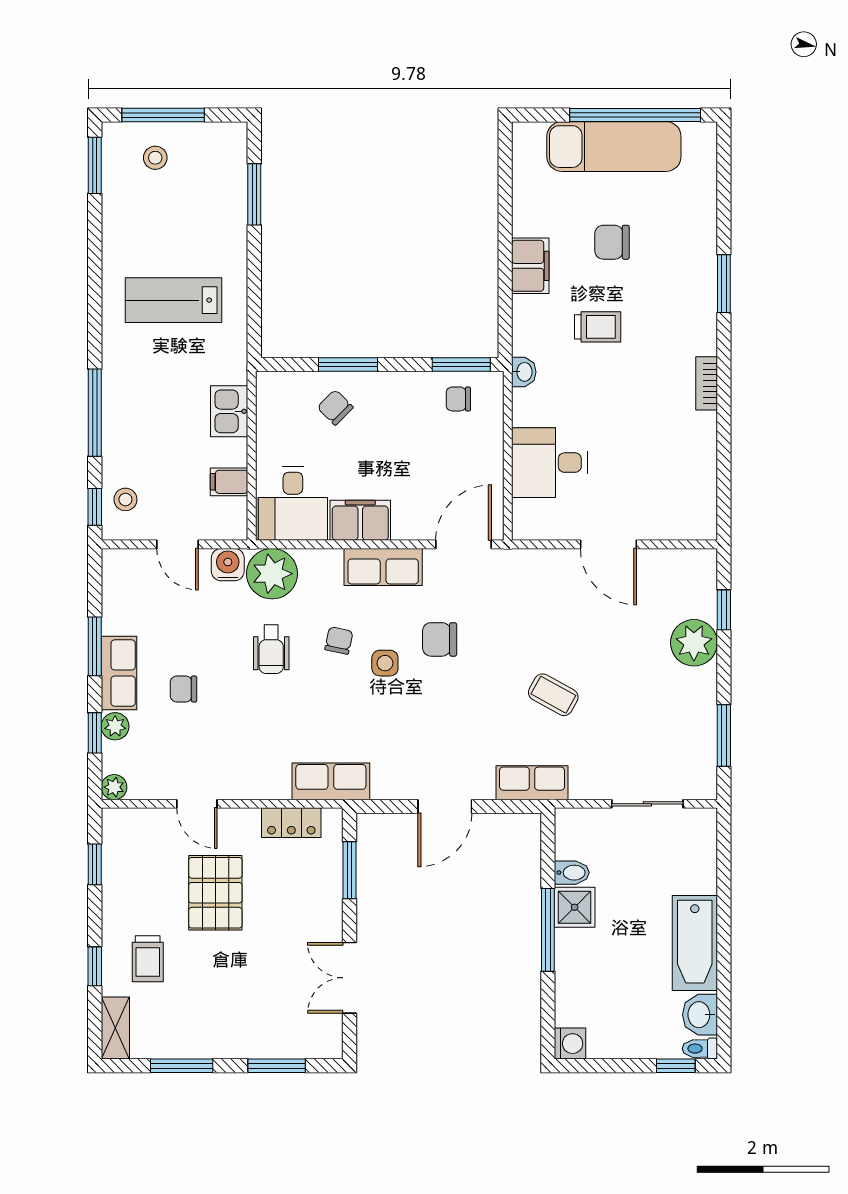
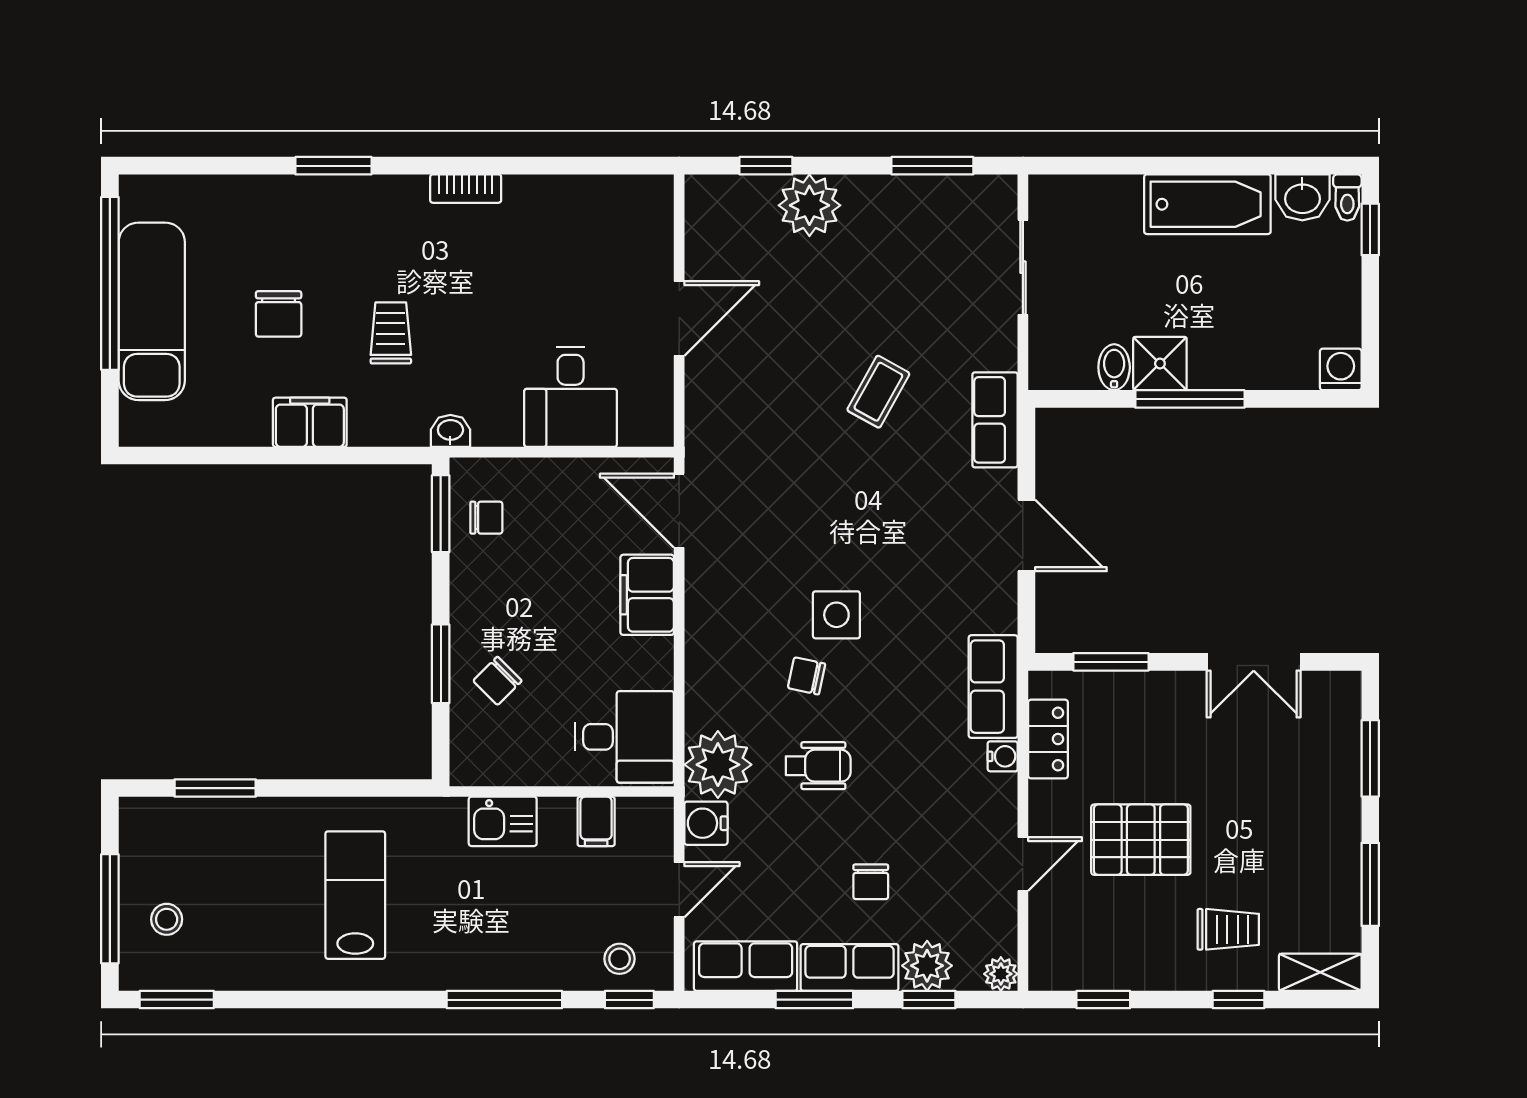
lab bench: (174, 300) -> (355, 895), turned 180
chair: (458, 399) -> (486, 518), turned -90
filing cabinet: (360, 520) -> (647, 595), moved
row of seats: (383, 567) -> (746, 966), moved, turned -90
chair: (440, 639) -> (805, 542), removed
side table: (385, 663) -> (836, 615), width x1.37, depth x1.37
plant: (115, 726) -> (927, 966), width x1.38, depth x1.38
water cooler: (278, 789) -> (1003, 756), added

